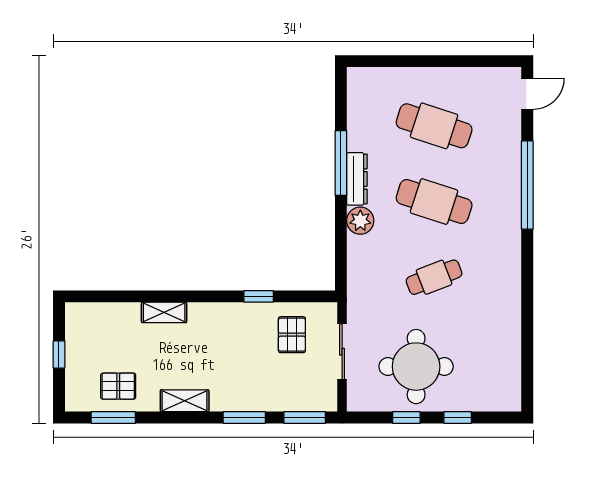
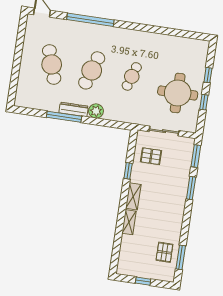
cafe table: (434, 126) -> (52, 64), turned -36
cafe table: (434, 277) -> (132, 76), turned 39
shelving: (185, 401) -> (133, 196), moved

